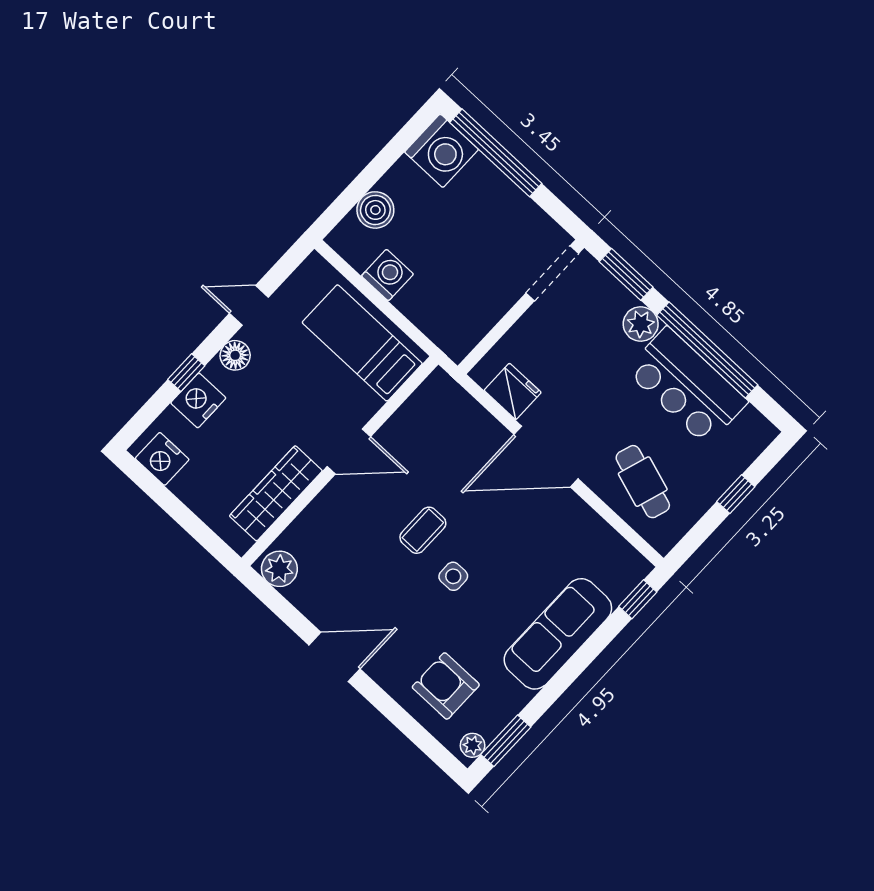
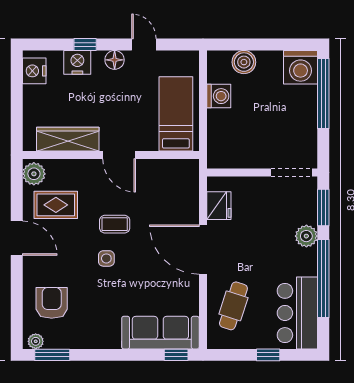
bar counter: (687, 386) -> (297, 313), moved
rug: (338, 577) -> (56, 205), added
sofa: (558, 634) -> (160, 333), moved

